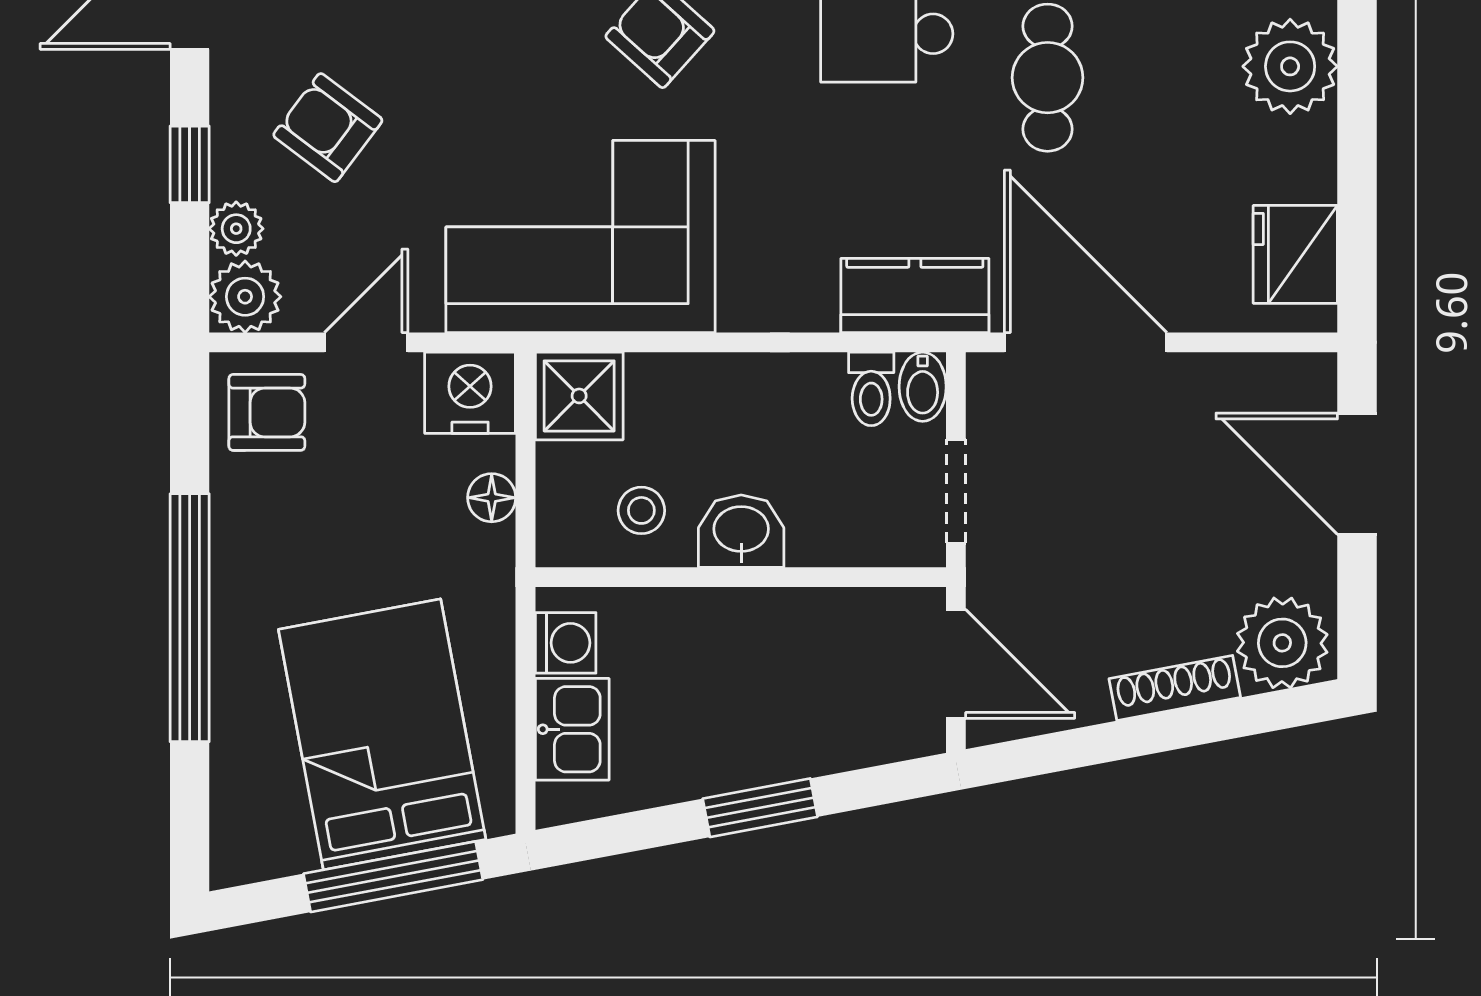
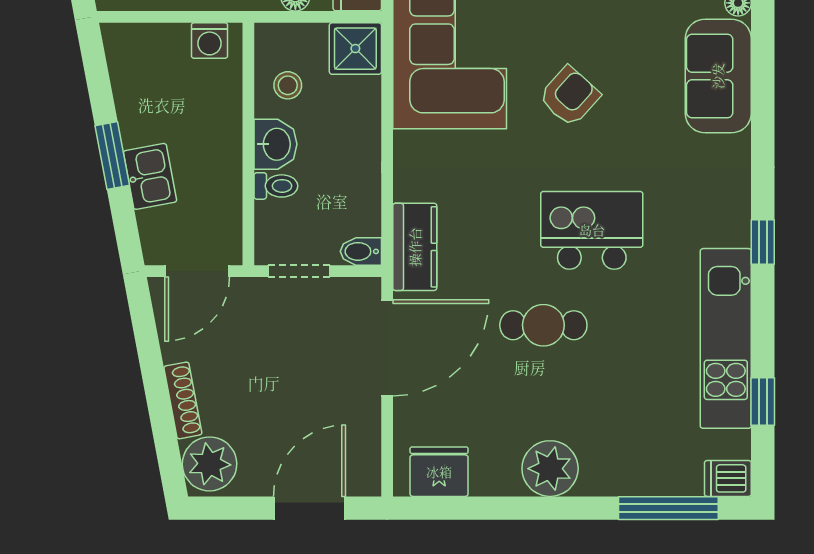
toilet: (871, 389) -> (276, 186), moved, turned 180
kitchen sink: (572, 729) -> (150, 176), moved, turned -101

